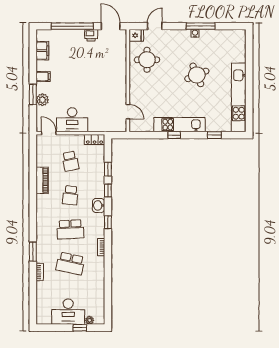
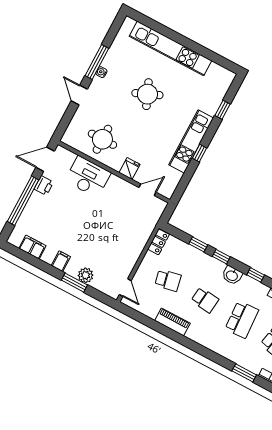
door: (155, 26) -> (79, 95), moved
fridge: (136, 35) -> (130, 169), moved
kitchen unit: (239, 97) -> (170, 48), moved
desk: (72, 120) -> (88, 177), moved, turned -90
door: (49, 133) -> (125, 288), swing flipped

